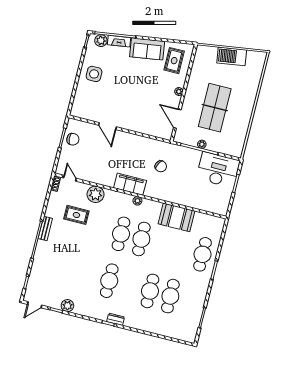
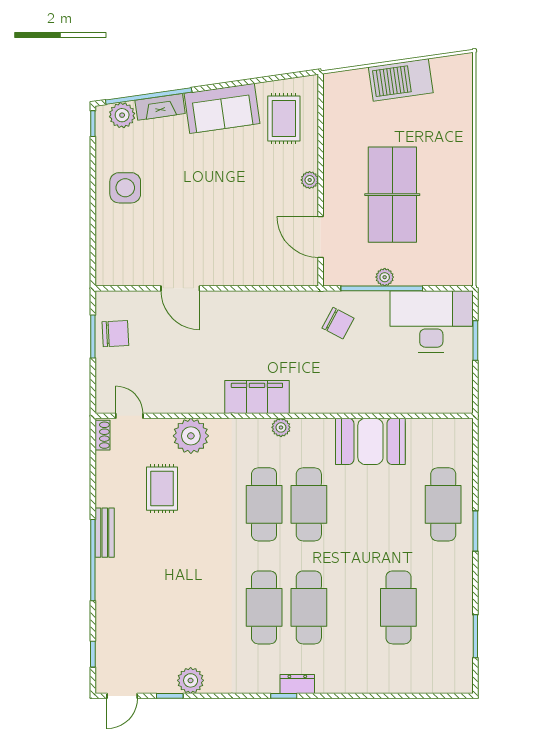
chair: (161, 166) -> (338, 323), moved
rug: (76, 215) -> (162, 489), turned 90
cafe table: (150, 291) -> (309, 607), moved

